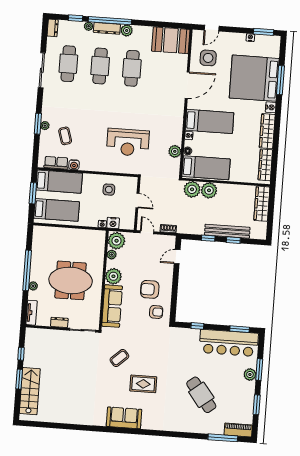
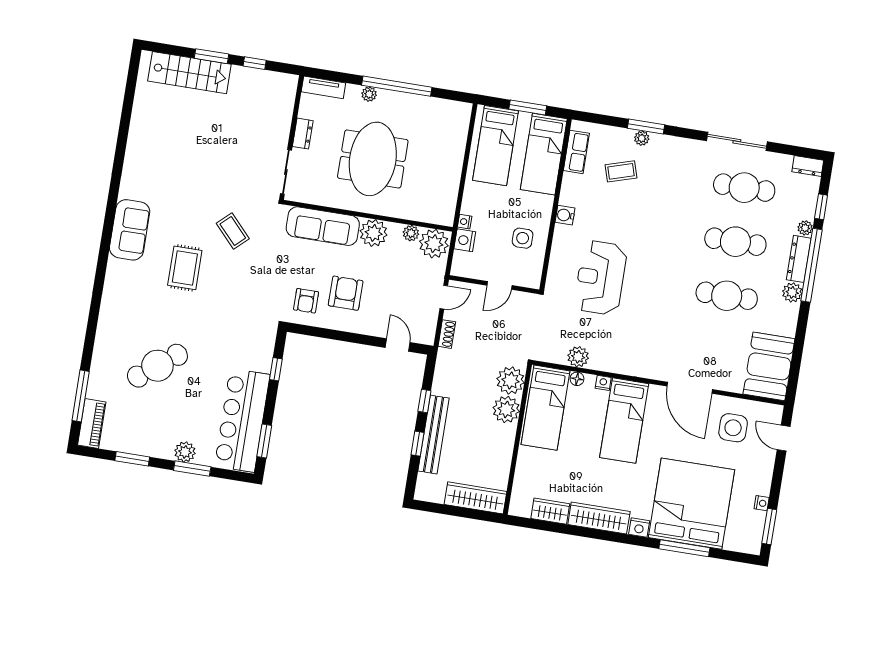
water cooler: (74, 165) -> (565, 215), moved
wardrobe: (265, 165) -> (550, 511), width x0.67

